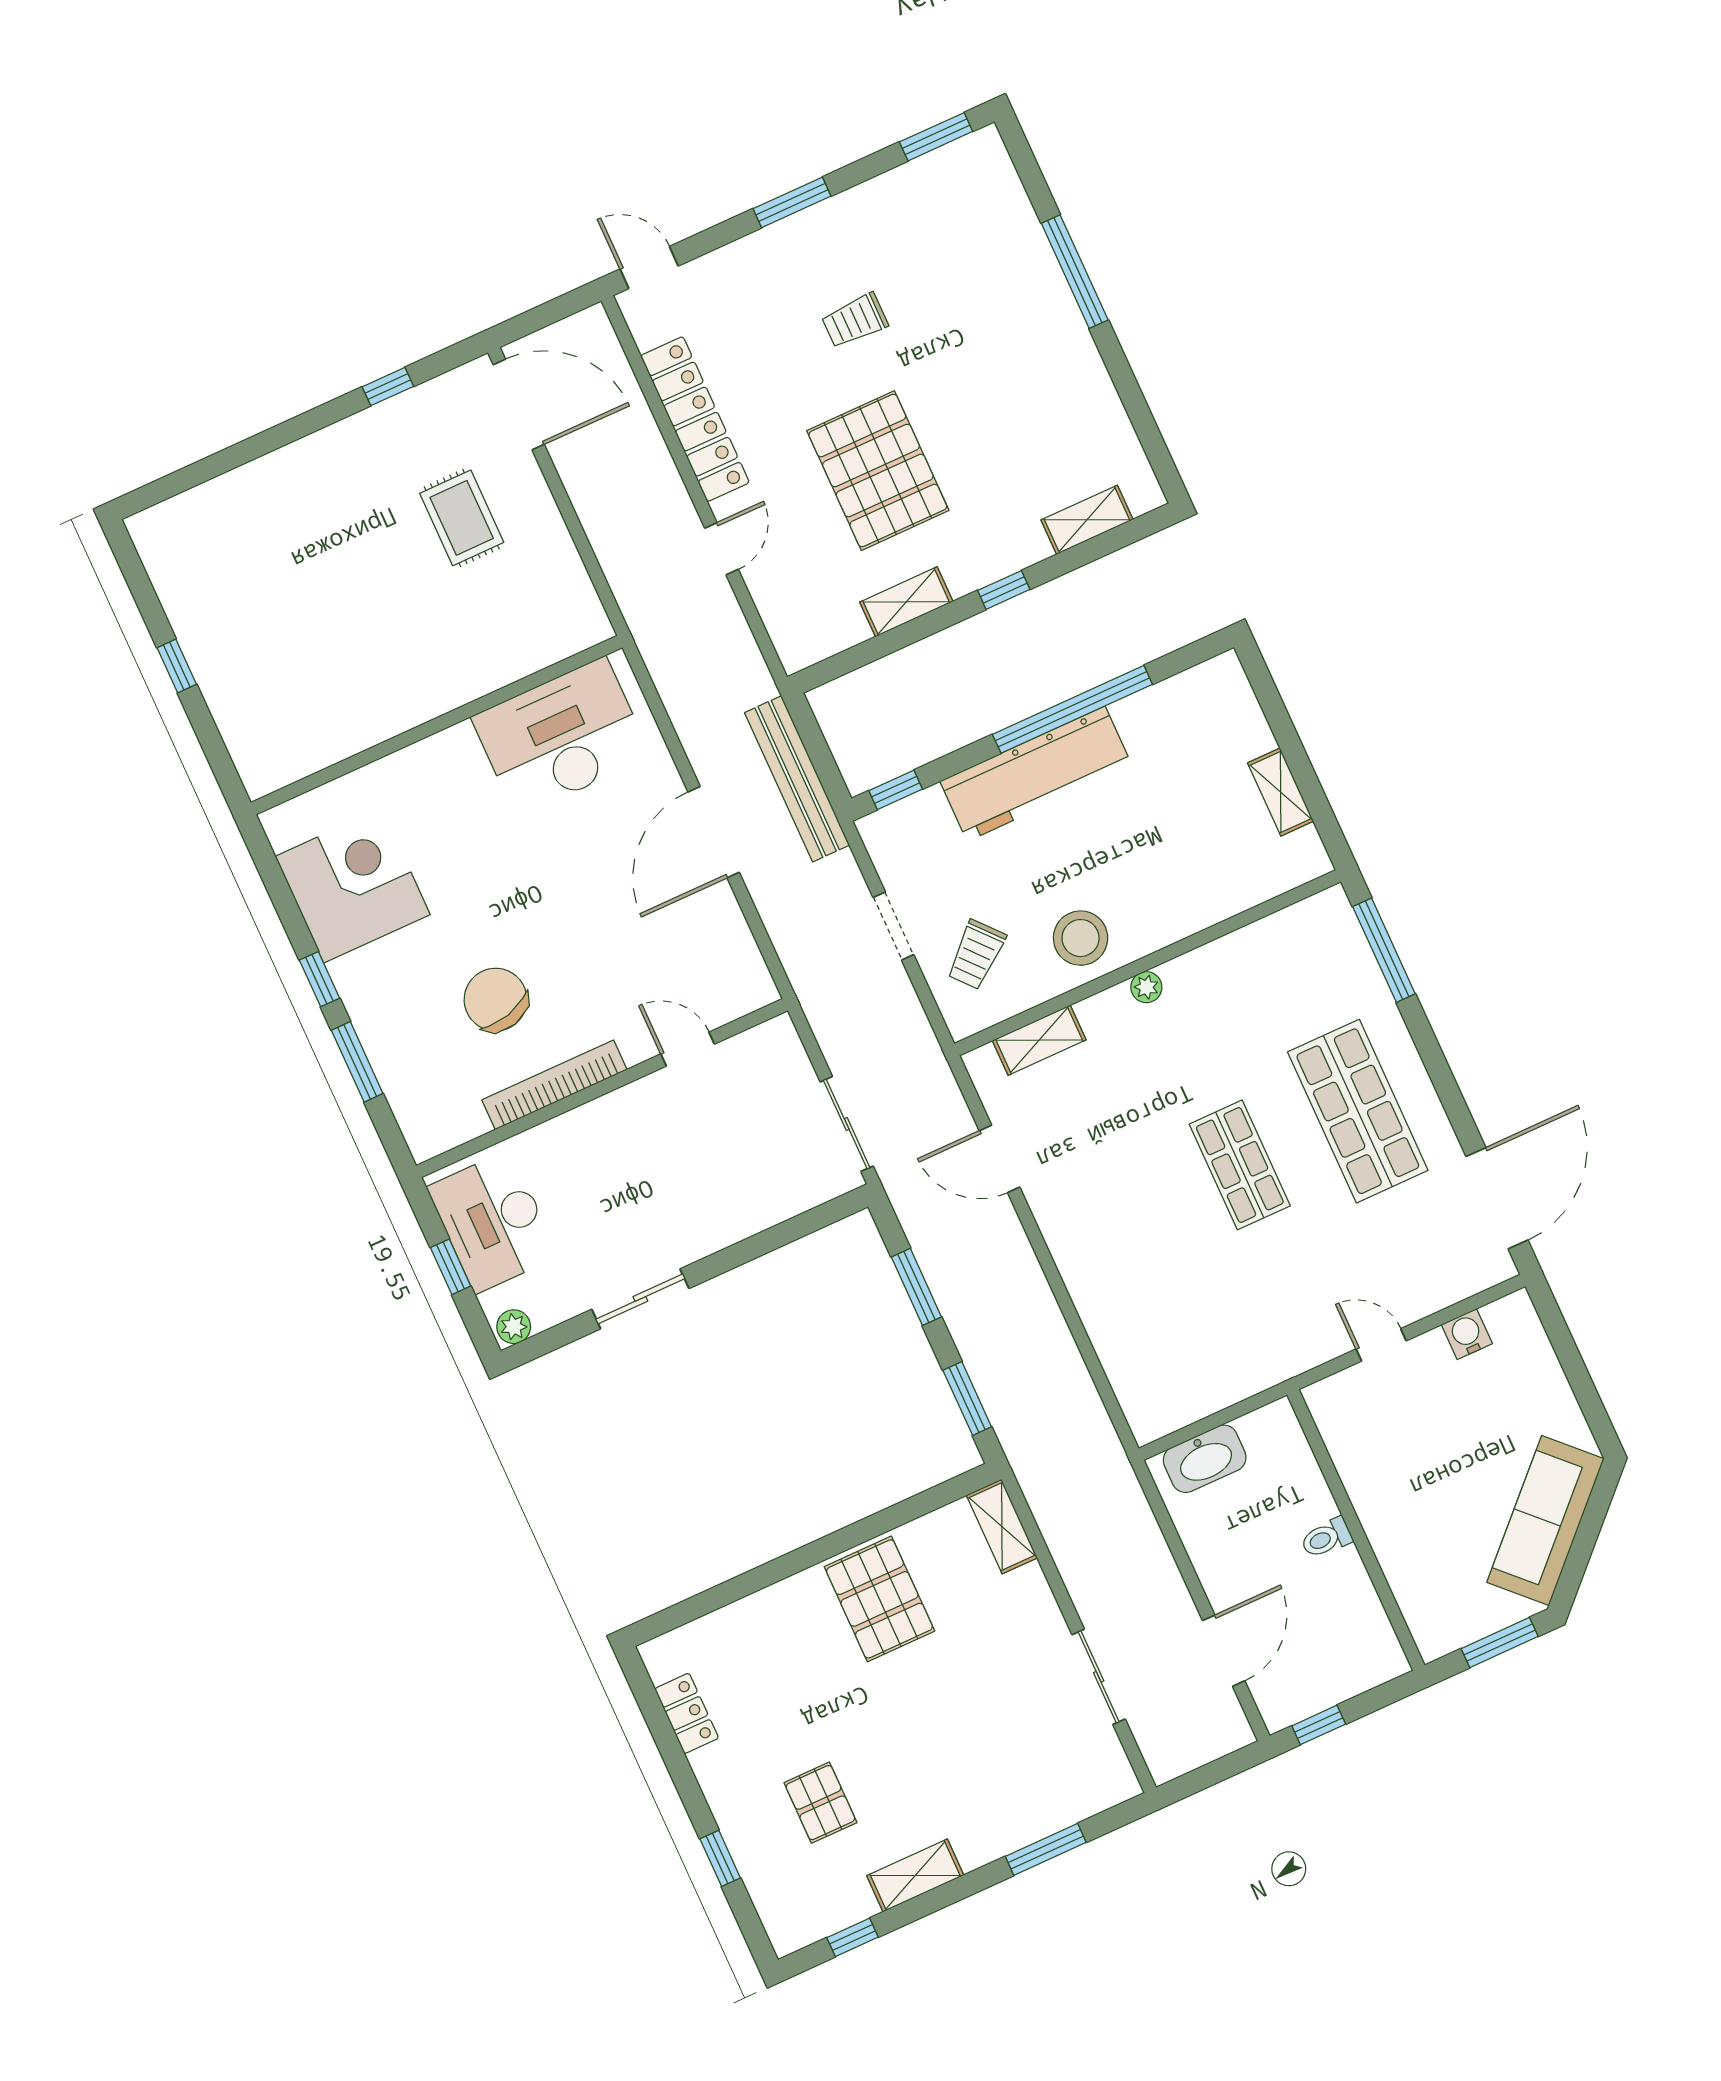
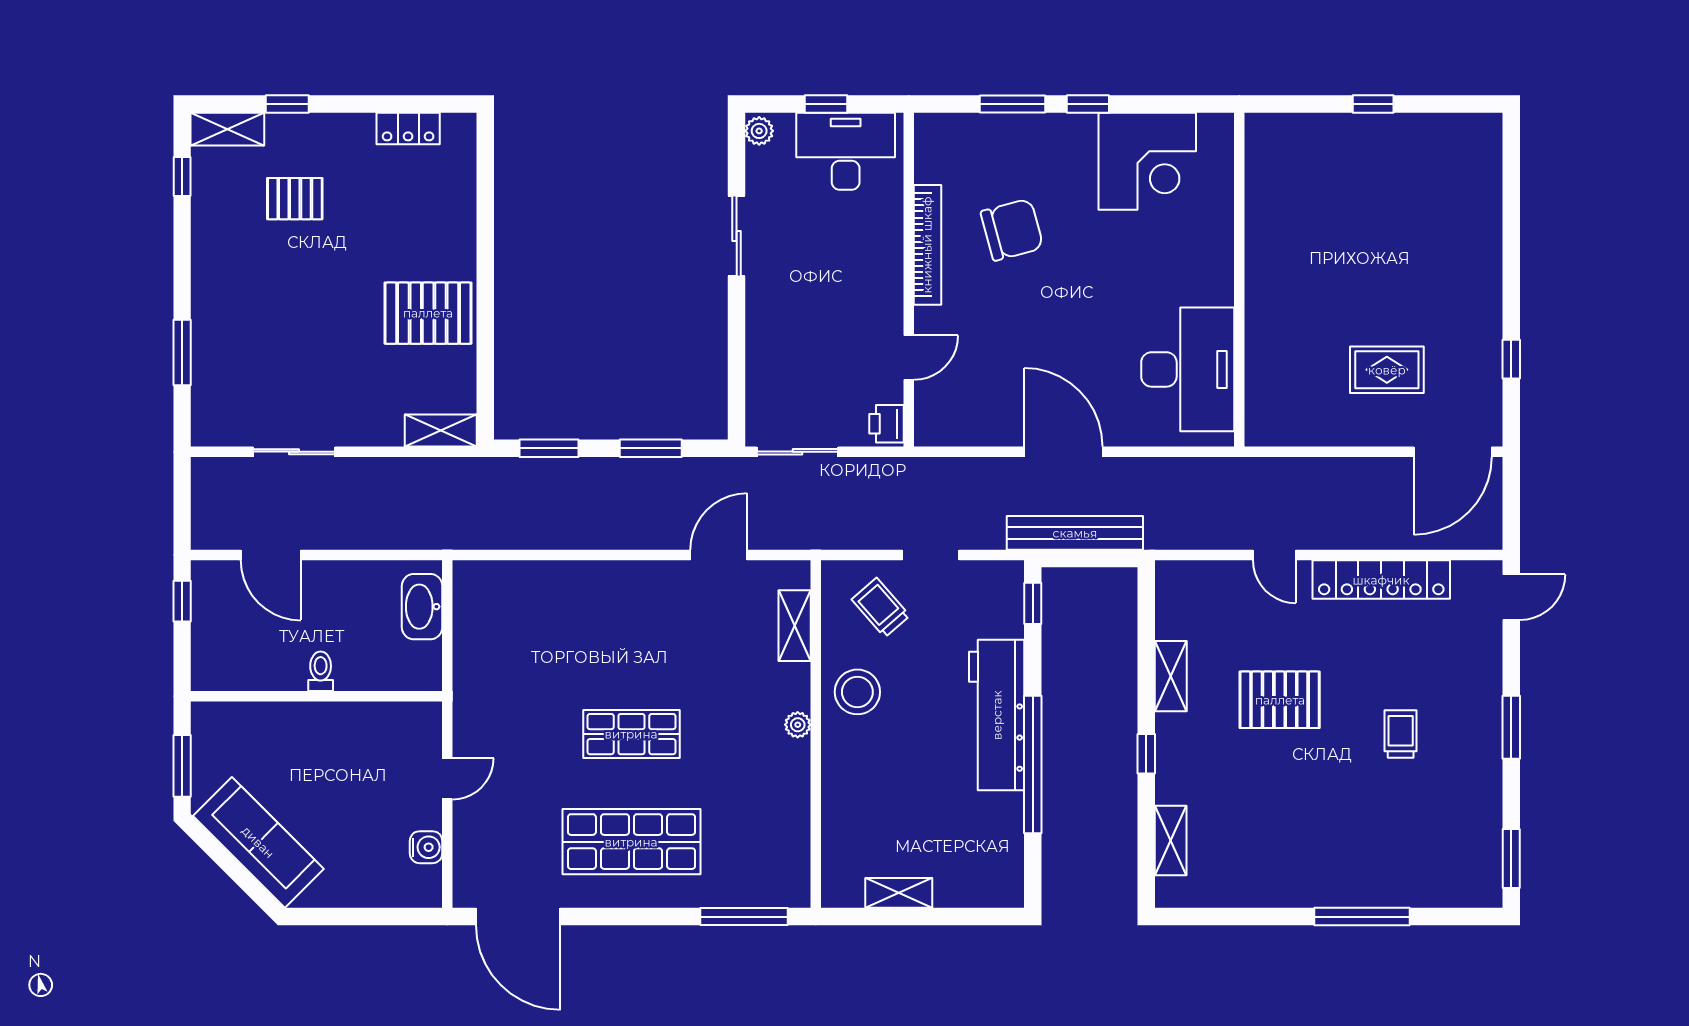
pallet: (878, 471) -> (1280, 700), width x0.73, depth x0.71
printer: (771, 1040) -> (886, 424), added
shelving: (915, 1875) -> (227, 129), moved, turned 90

